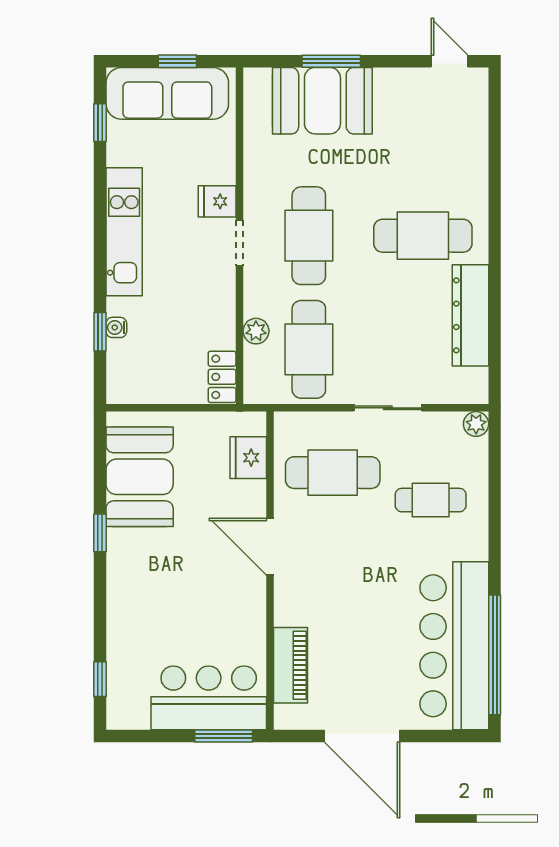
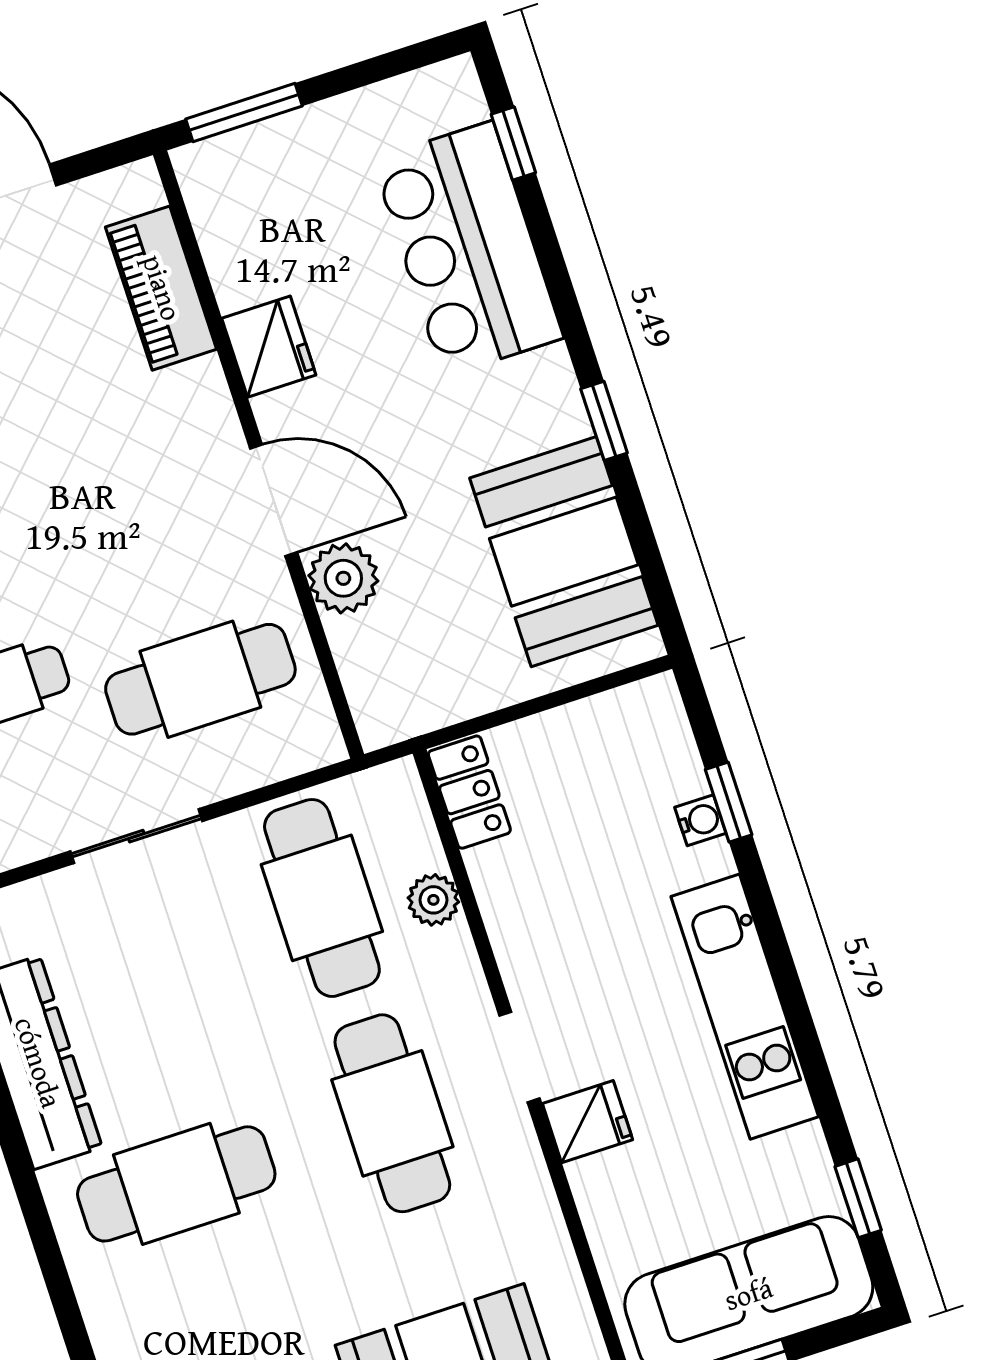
fridge: (248, 458) -> (269, 347), moved
plant: (249, 498) -> (343, 578), added
bar counter: (209, 698) -> (468, 249), moved, turned 90

